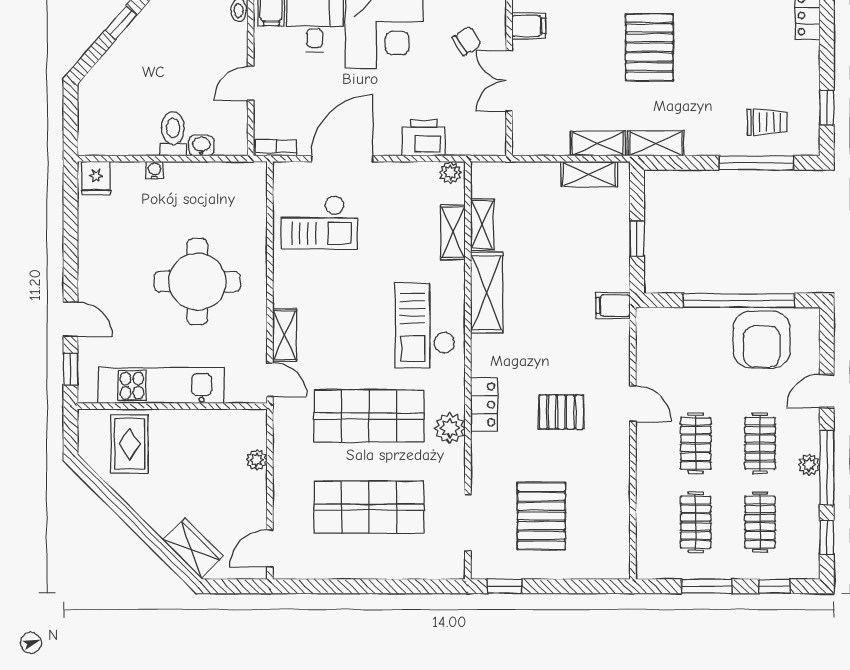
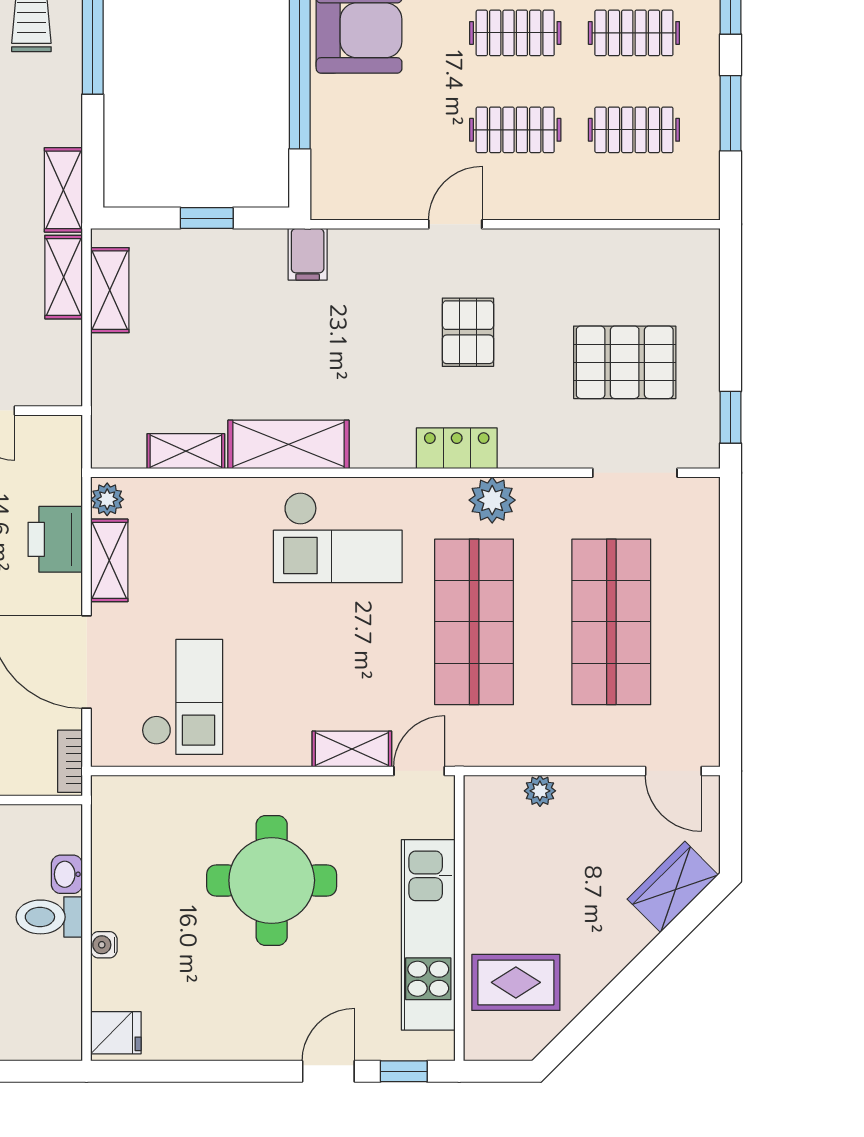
shelving: (453, 232) -> (109, 560), moved, turned 90

